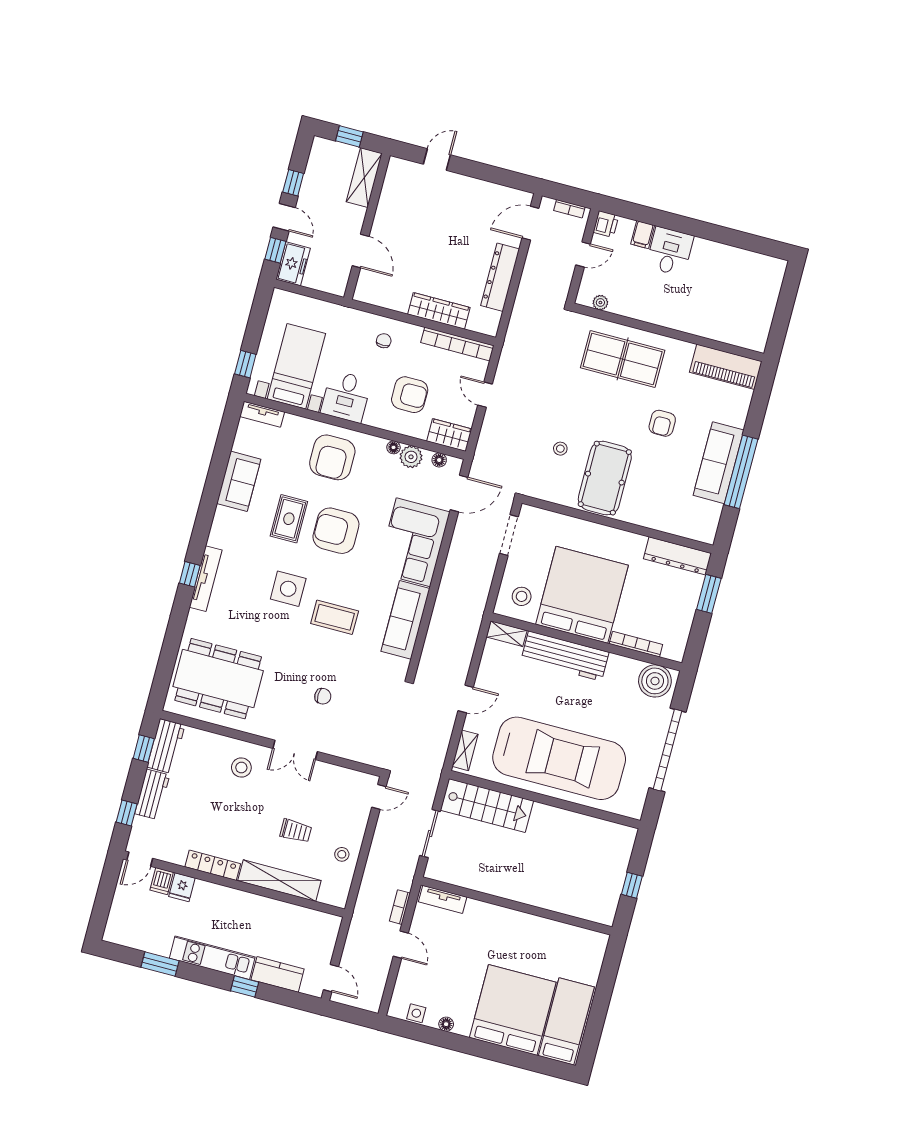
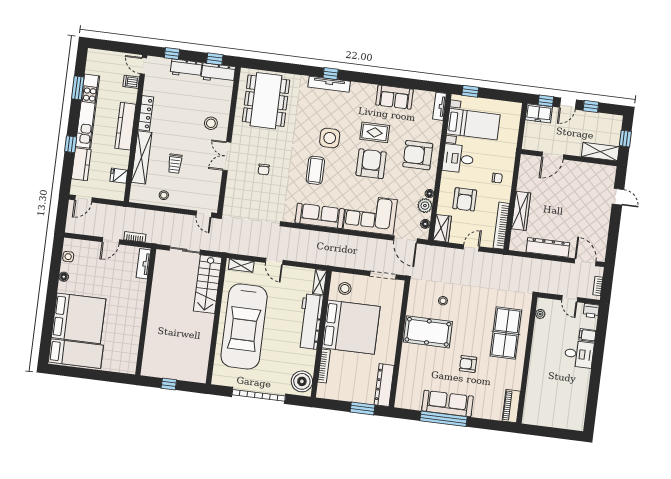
piano: (726, 367) -> (511, 406), width x0.73, depth x0.75
fridge: (182, 887) -> (119, 176), moved
kitchen counter: (228, 899) -> (125, 126), added
kitchen unit: (212, 958) -> (88, 111), width x1.36

